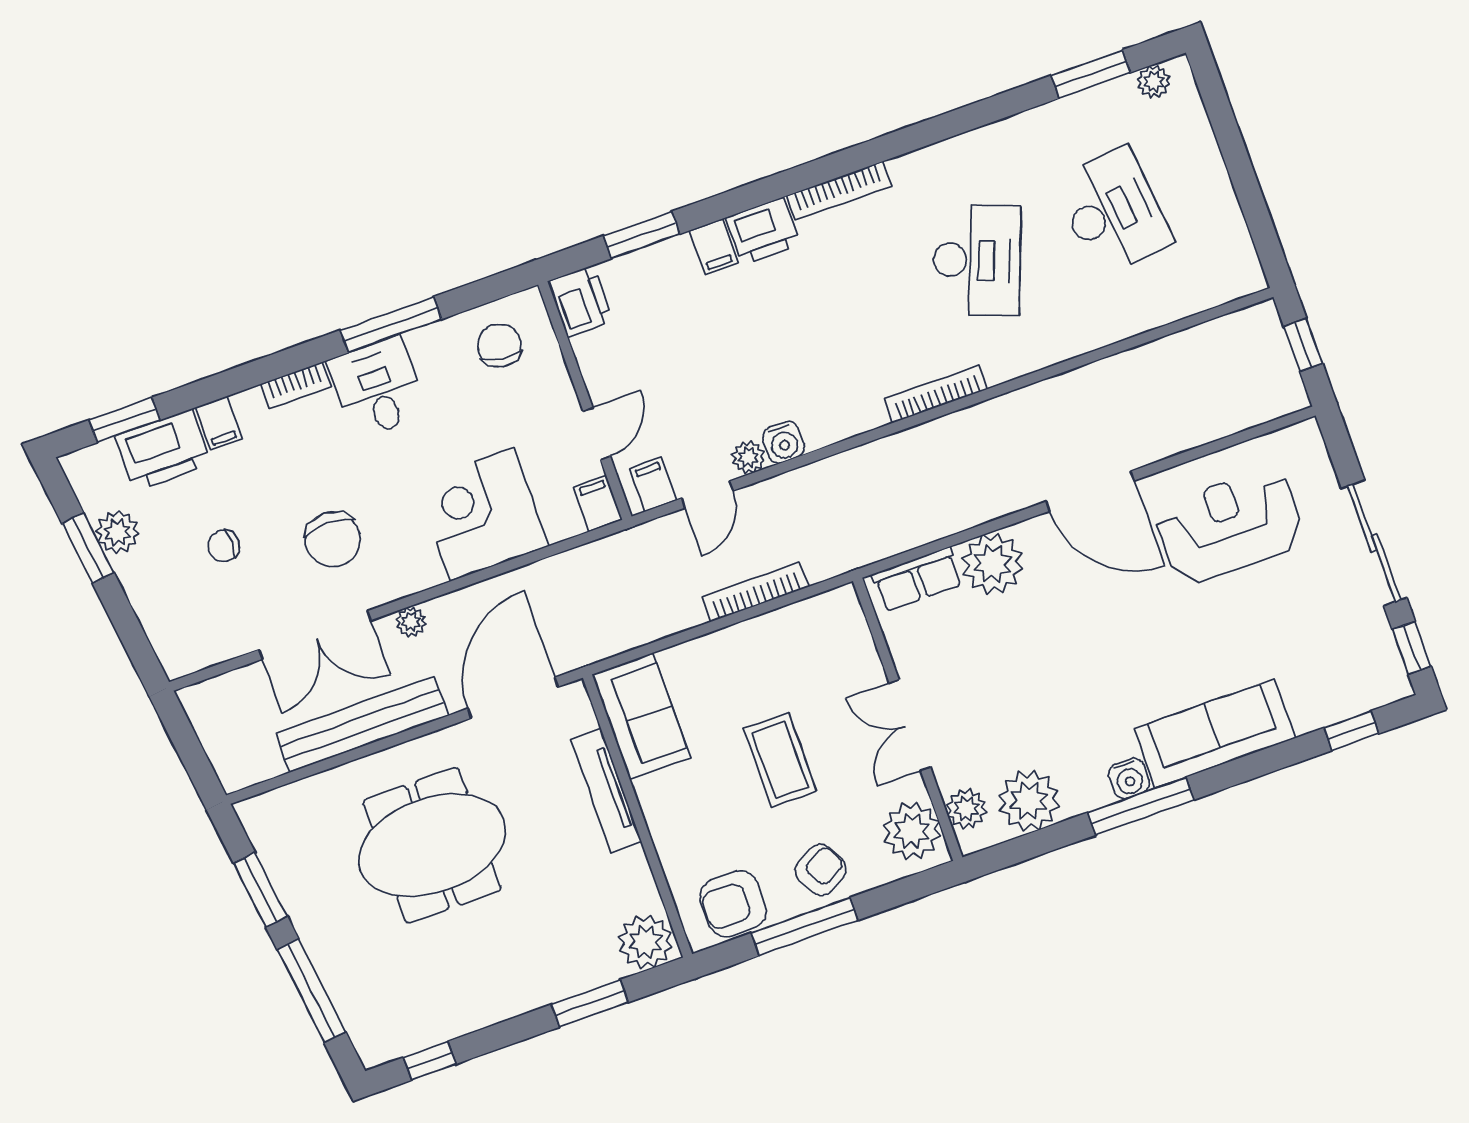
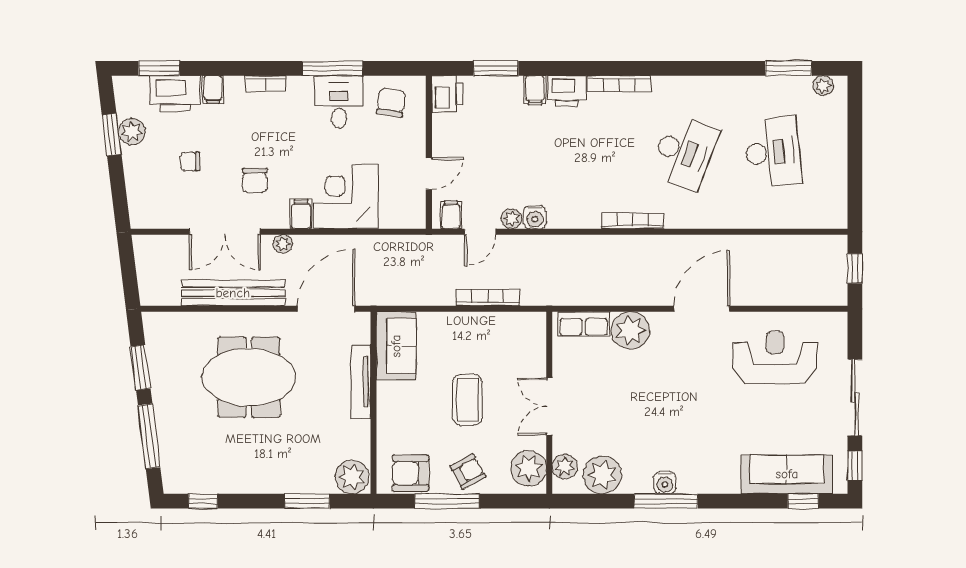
desk: (377, 388) -> (339, 102), moved
door: (1090, 491) -> (702, 309), swing flipped
filing cabinet: (598, 503) -> (301, 214), moved
chair: (333, 539) -> (255, 180), width x0.73, depth x0.73
sofa: (1215, 733) -> (787, 474), moved

